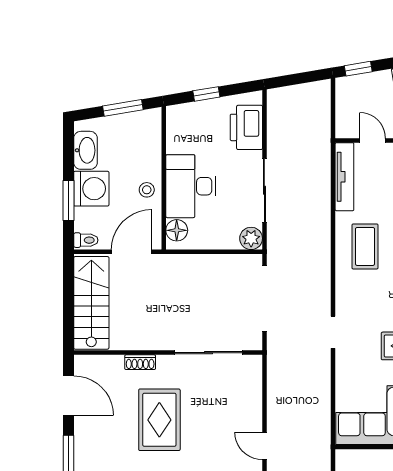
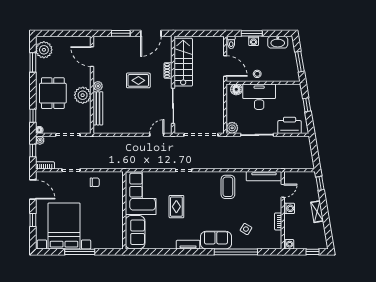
washing machine: (91, 189) -> (254, 41), width x0.53, depth x0.53
coffee table: (365, 246) -> (228, 187), turned 90
stairs: (91, 303) -> (183, 62), moved, turned -90
rug: (159, 420) -> (138, 80), width x0.73, depth x0.70
door: (264, 446) -> (157, 135), moved

